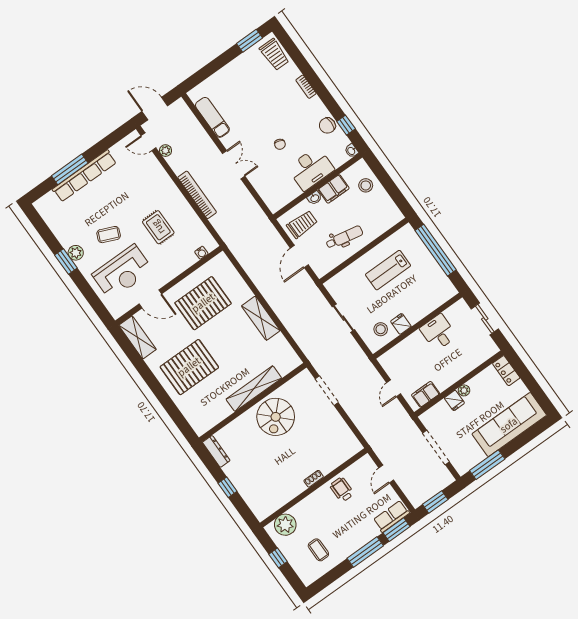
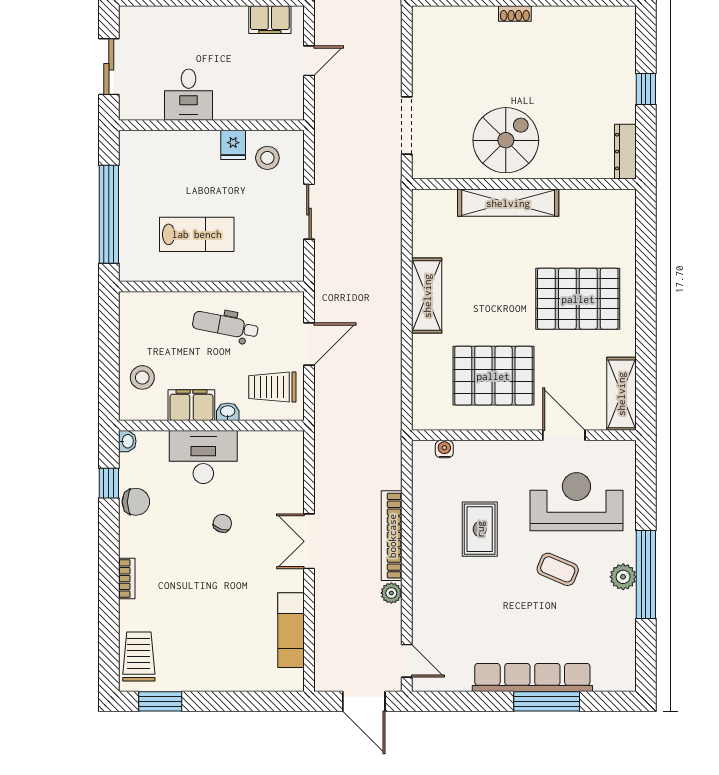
plant: (166, 151) -> (391, 593), moved
window: (66, 262) -> (646, 574), width x2.11

